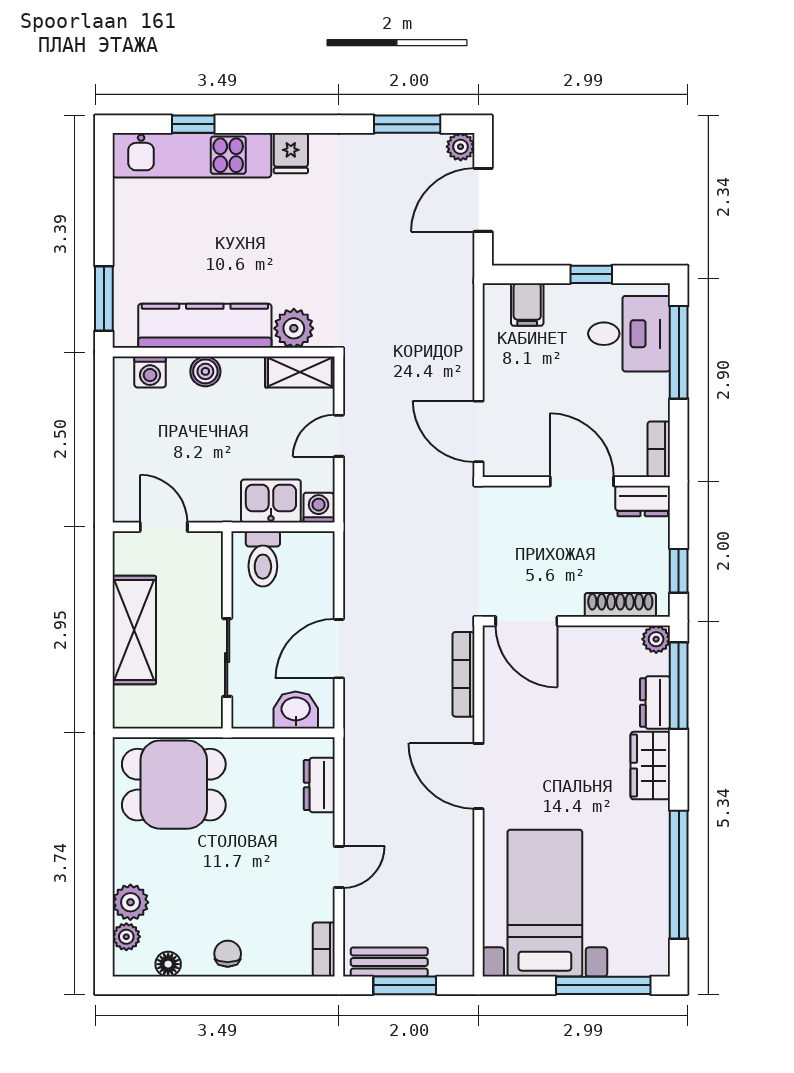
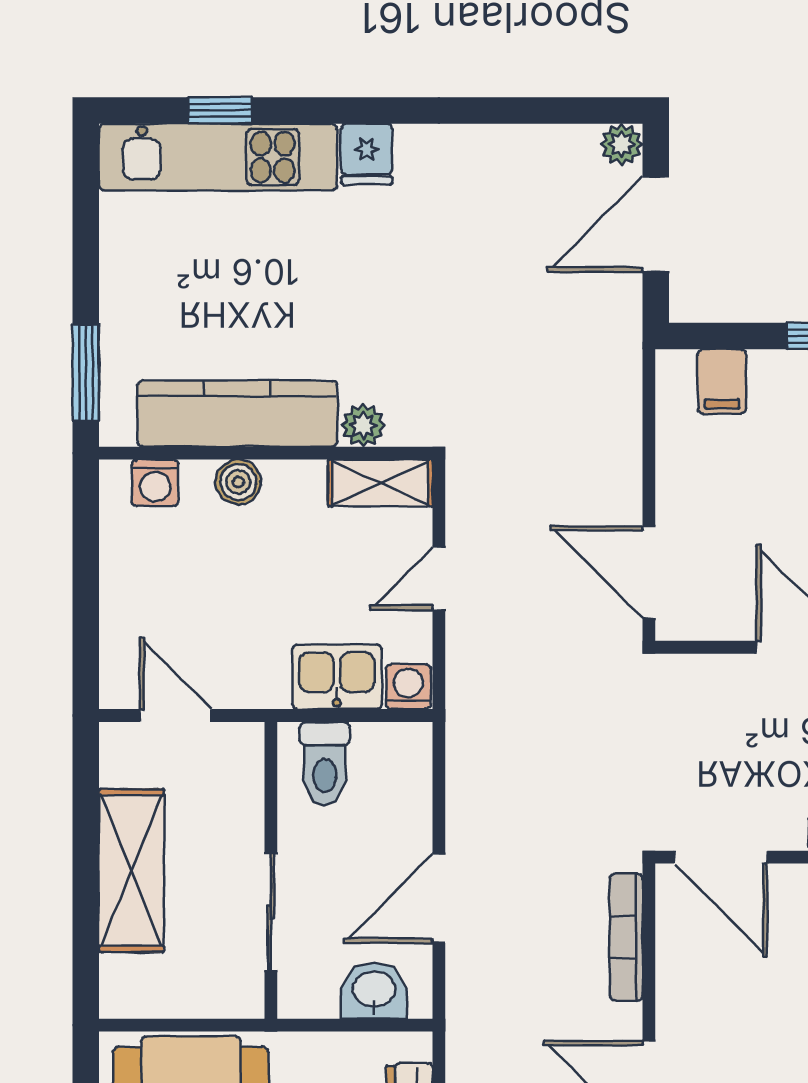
window: (407, 124) -> (542, 110), removed
plant: (294, 328) -> (363, 425), width x0.73, depth x0.73

